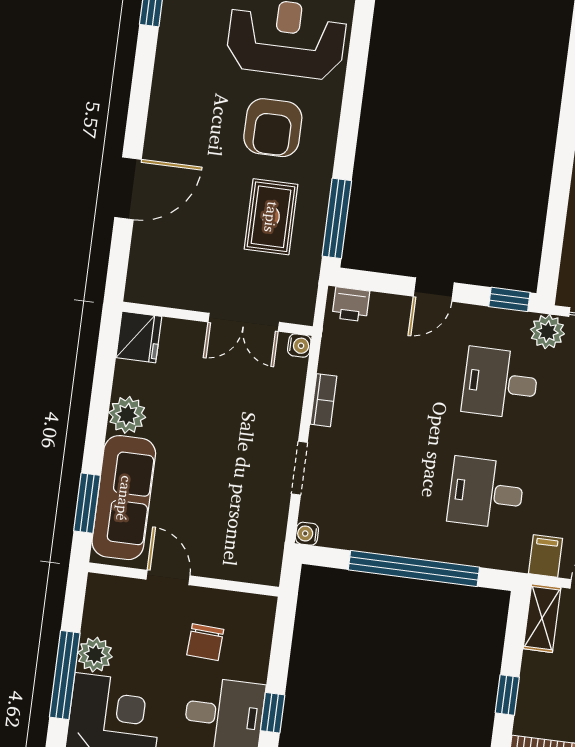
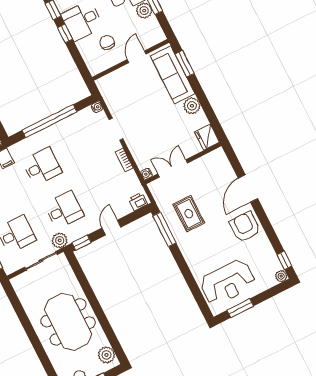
armchair: (273, 128) -> (245, 227), moved
door: (168, 577) -> (137, 57), swing flipped

